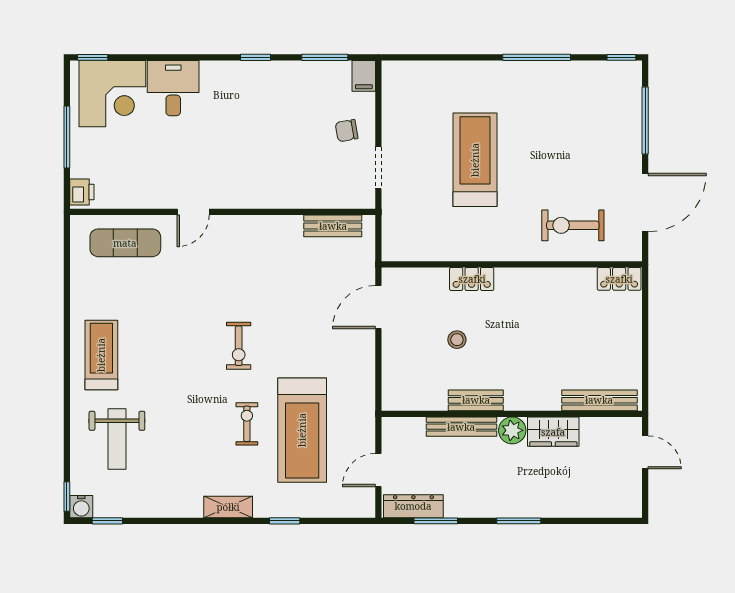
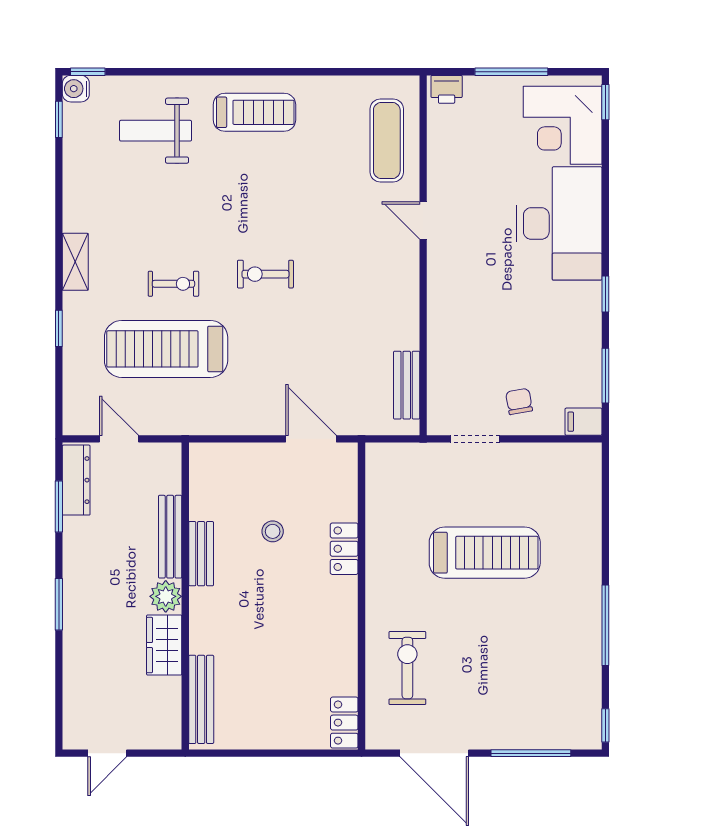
desk: (173, 88) -> (559, 223), width x1.87, depth x1.30
door: (645, 452) -> (107, 753), moved

